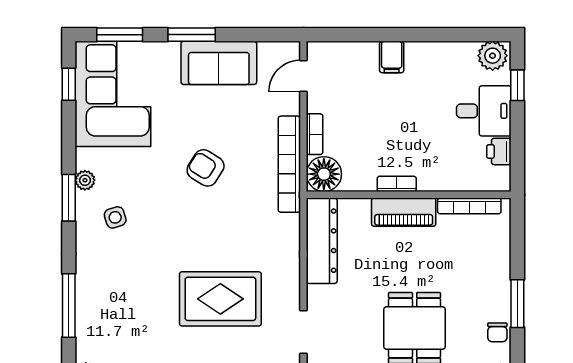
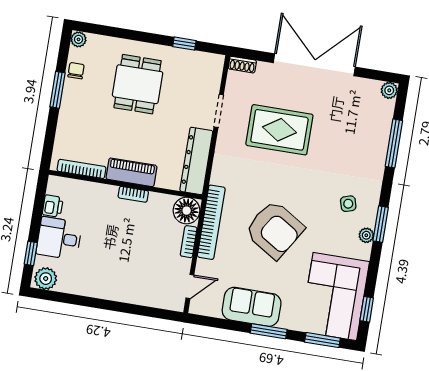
filing cabinet: (392, 57) -> (121, 290), removed
armchair: (206, 168) -> (274, 230), width x1.88, depth x1.88
doorway: (303, 332) -> (219, 111), moved

